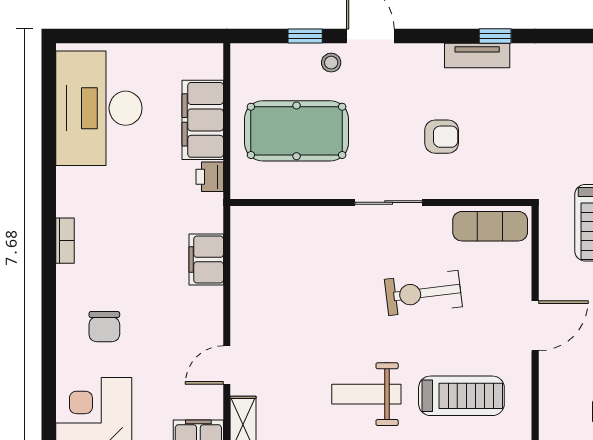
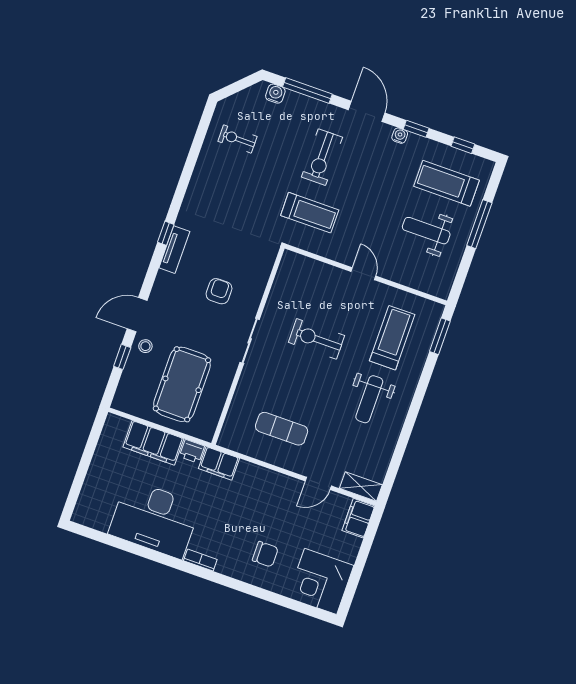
desk: (99, 108) -> (154, 519), moved
exercise mat: (490, 226) -> (282, 429), moved, turned 90
filing cabinet: (206, 260) -> (219, 463), moved
exercise bike: (423, 293) -> (317, 339), turned 97
door: (535, 326) -> (363, 274), width x0.73
door: (227, 365) -> (318, 483), hinge flipped

